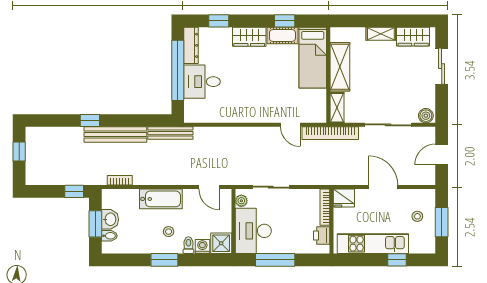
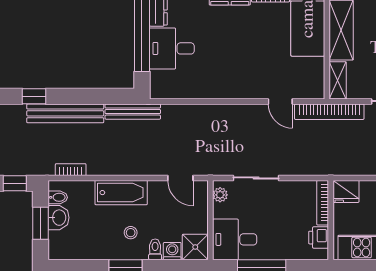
desk: (253, 231) -> (235, 239), width x0.73
bidet: (109, 236) -> (58, 197), moved

